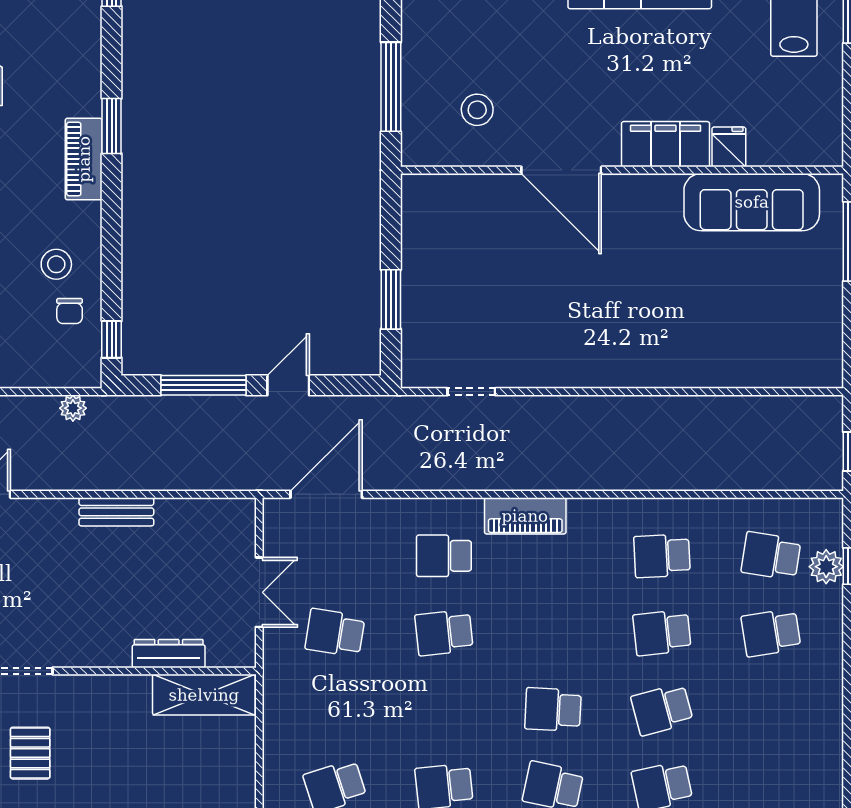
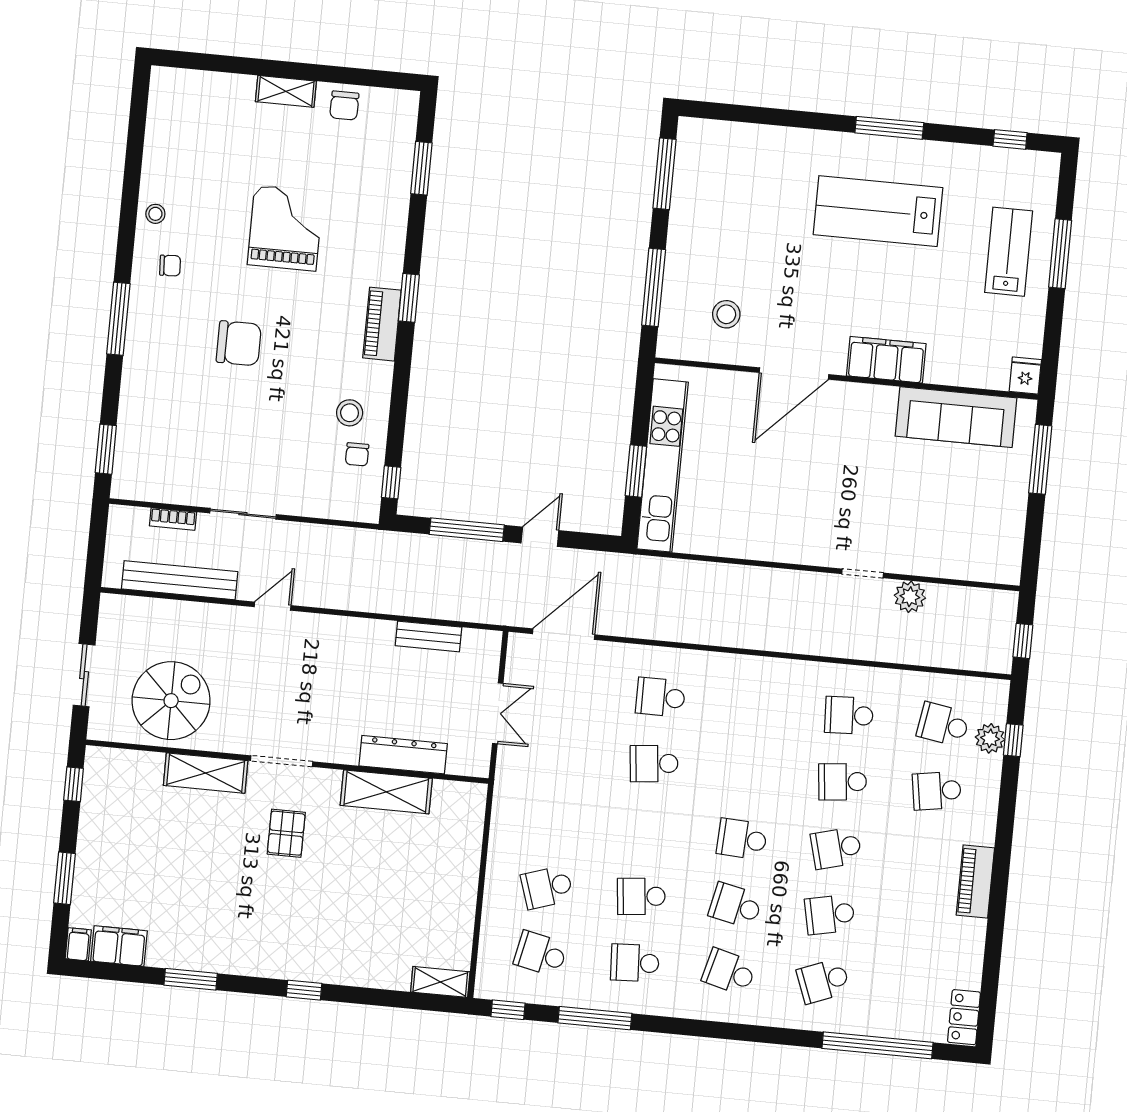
fridge: (729, 147) -> (1025, 375), moved
door: (561, 170) -> (794, 374), hinge flipped
kitchen unit: (421, 290) -> (663, 465), added
doorway: (471, 392) -> (863, 573), moved
plant: (73, 408) -> (910, 597), moved, width x1.38, depth x1.38
bench: (116, 512) -> (429, 636), moved
piano: (525, 516) -> (975, 882), moved, turned 90
school desk: (335, 633) -> (560, 754), removed
dresser: (169, 654) -> (403, 755), width x1.37, depth x1.24
shelving: (204, 695) -> (386, 792), moved

